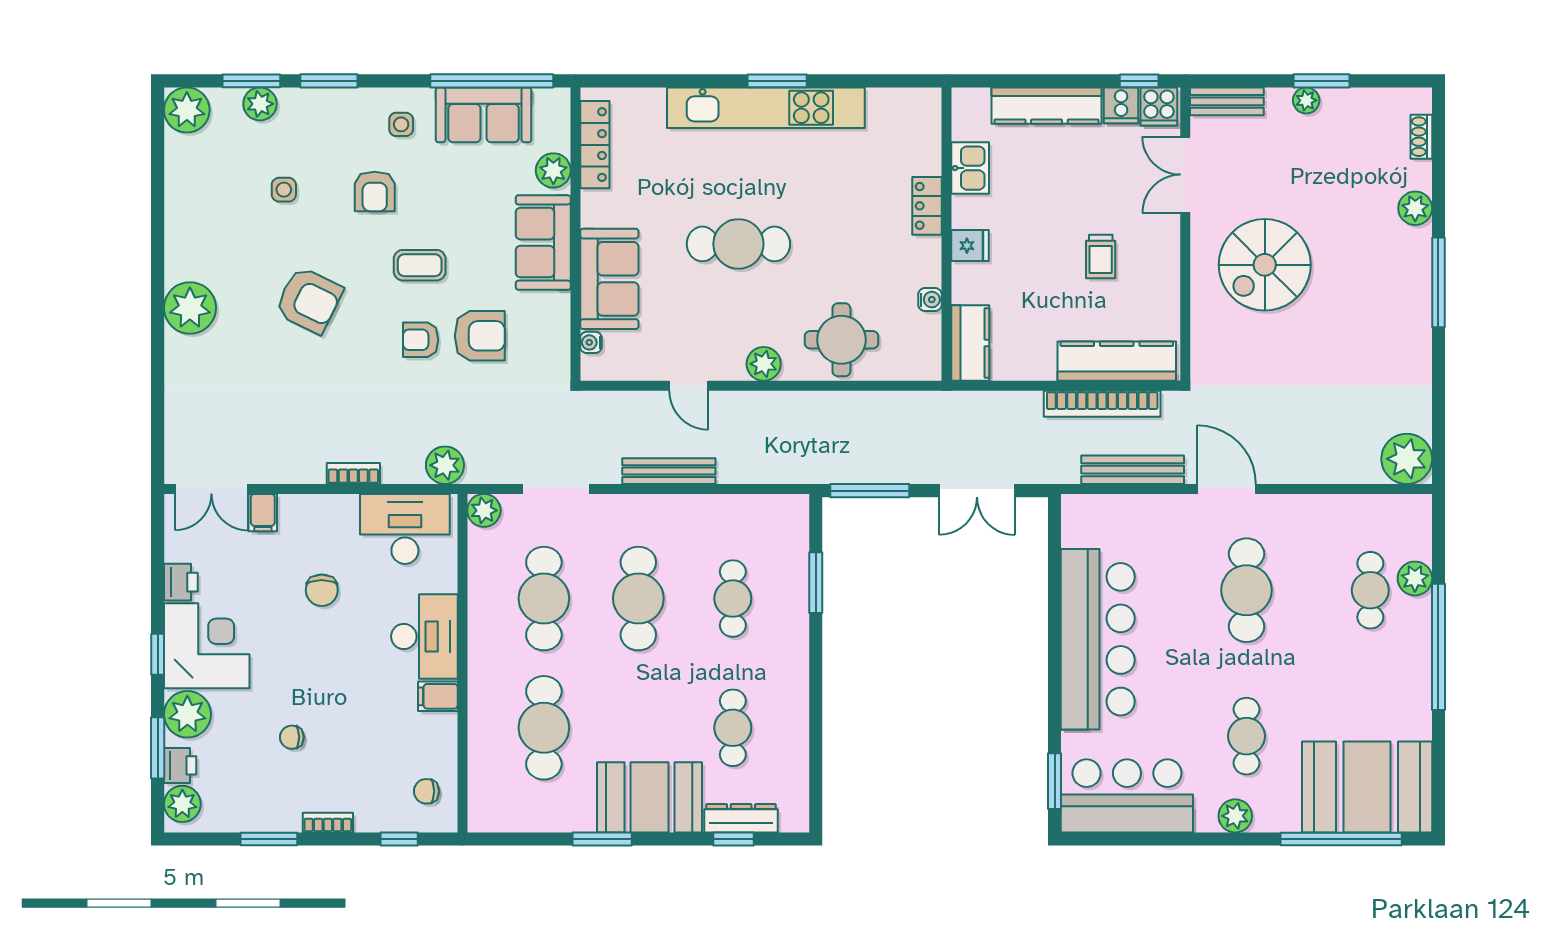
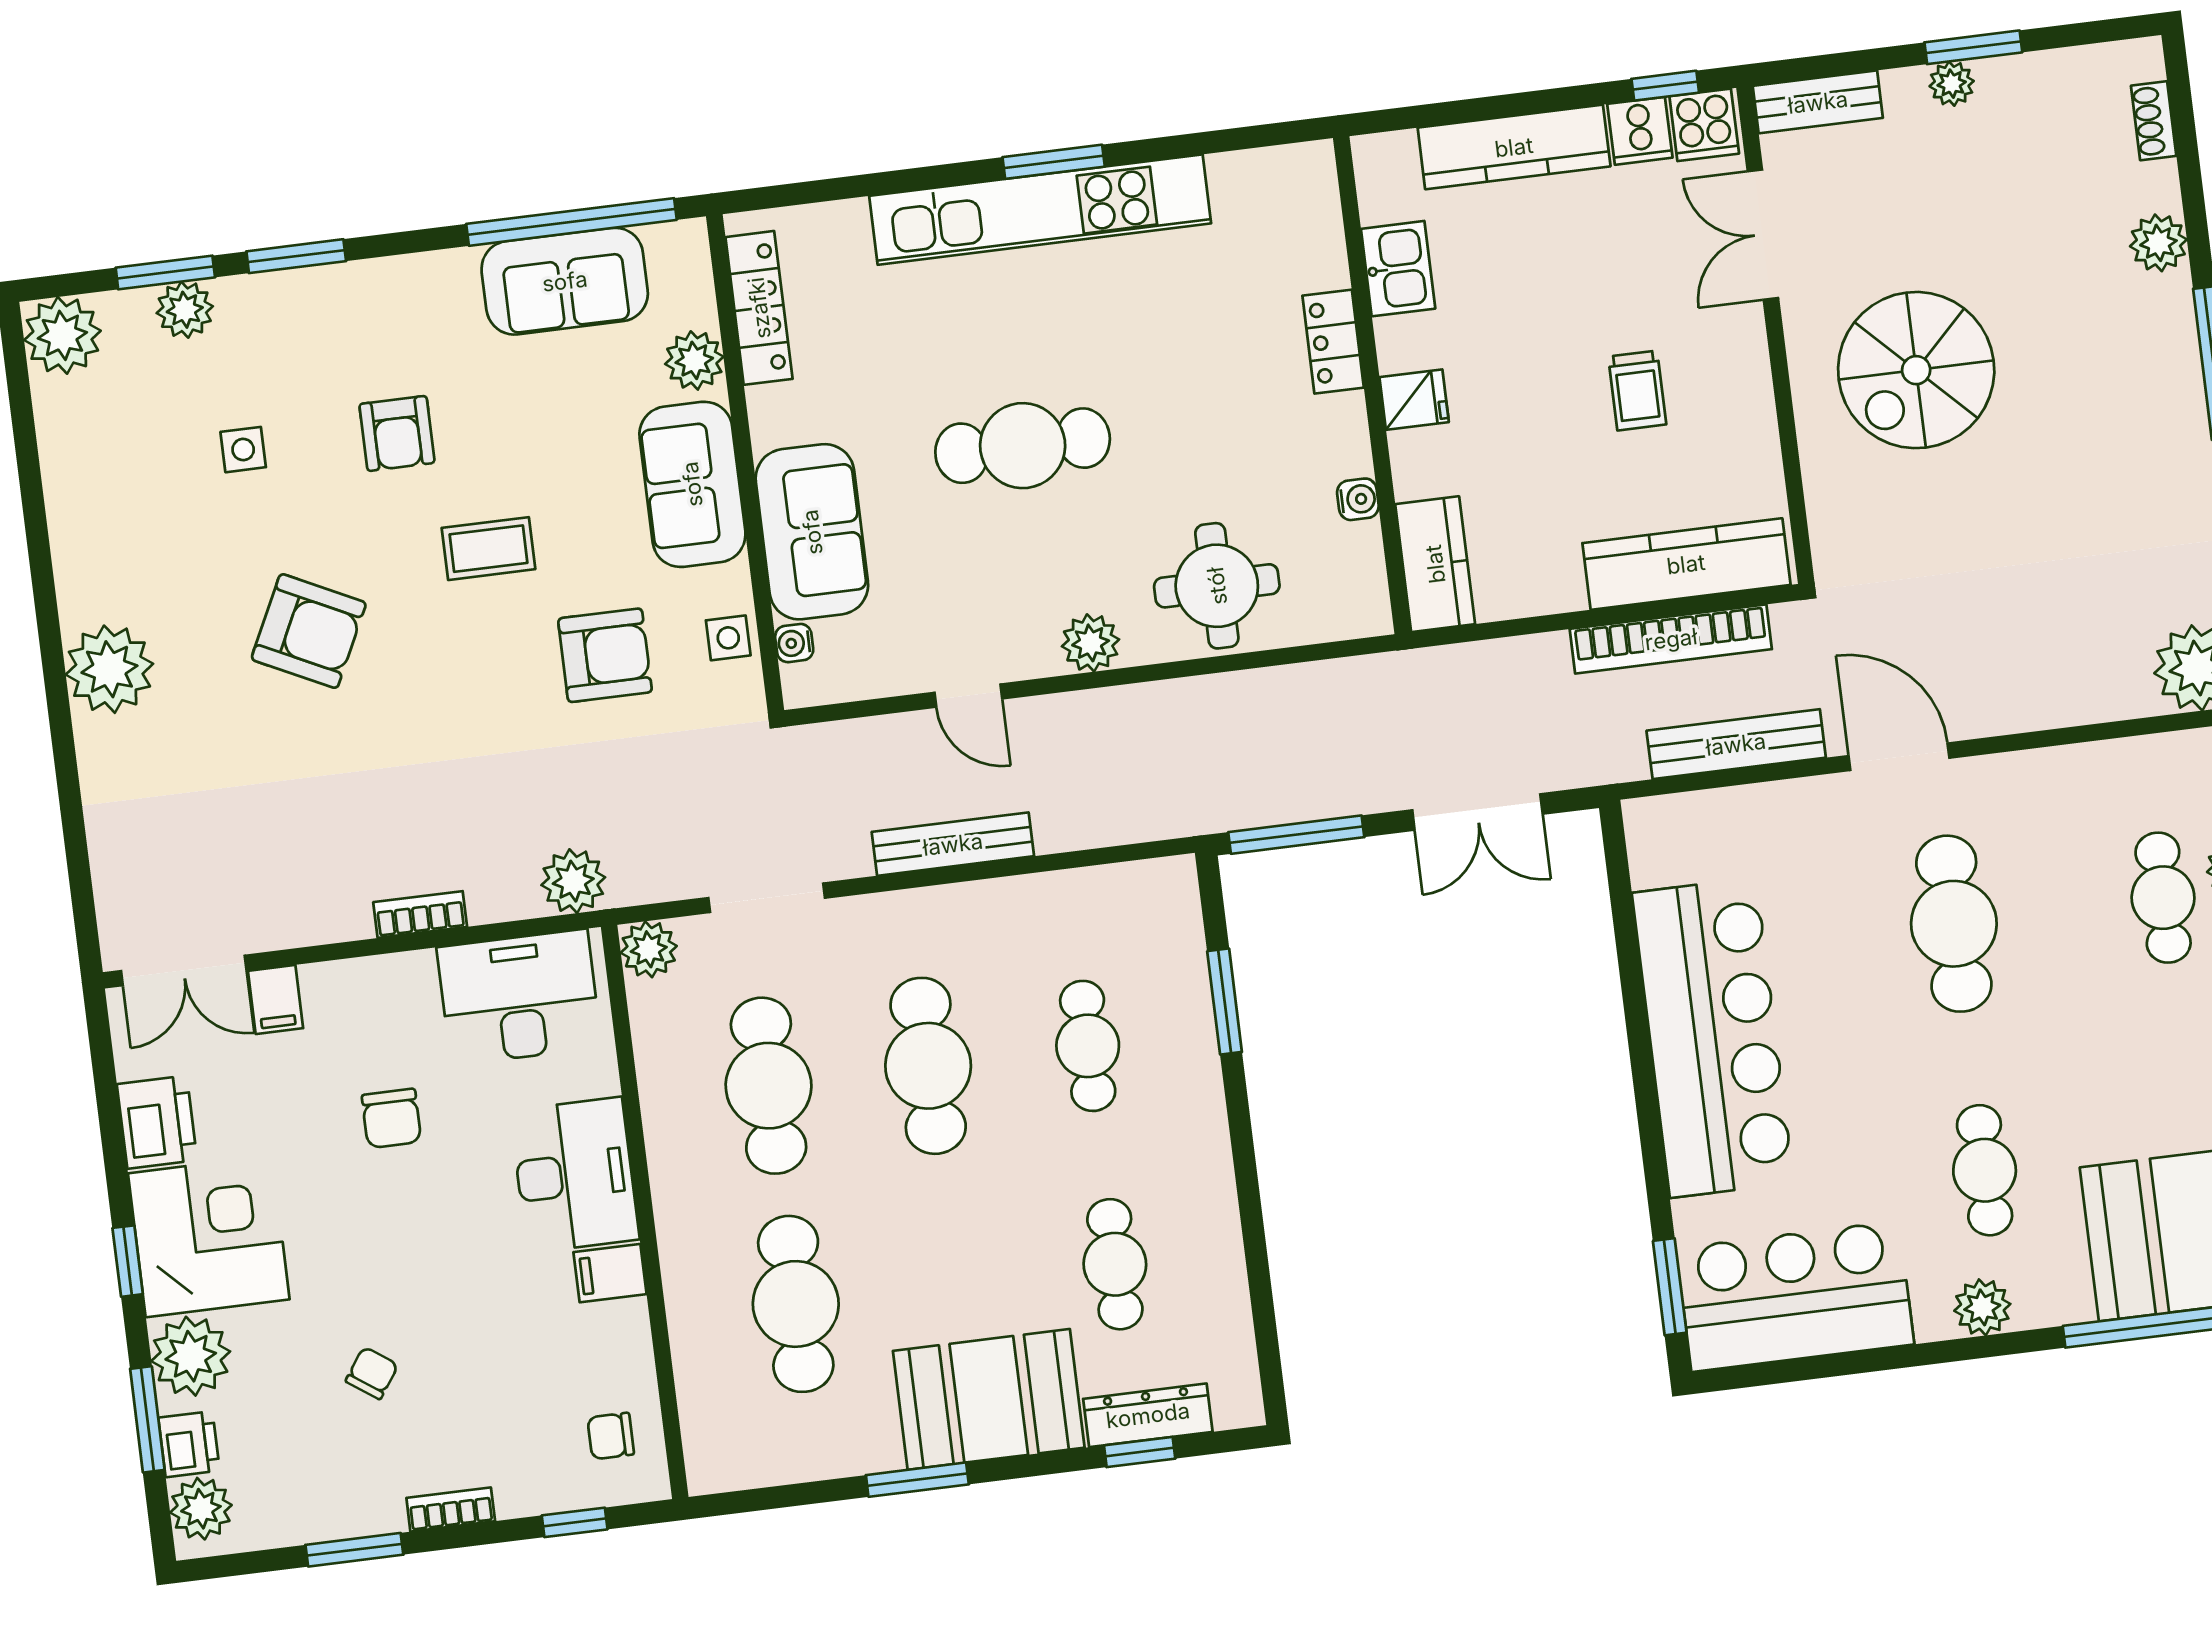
side table: (401, 124) -> (728, 638), moved
armchair: (421, 340) -> (506, 674), removed
printer: (181, 582) -> (157, 1122), width x1.36, depth x1.24
chair: (292, 737) -> (372, 1373), turned 125

